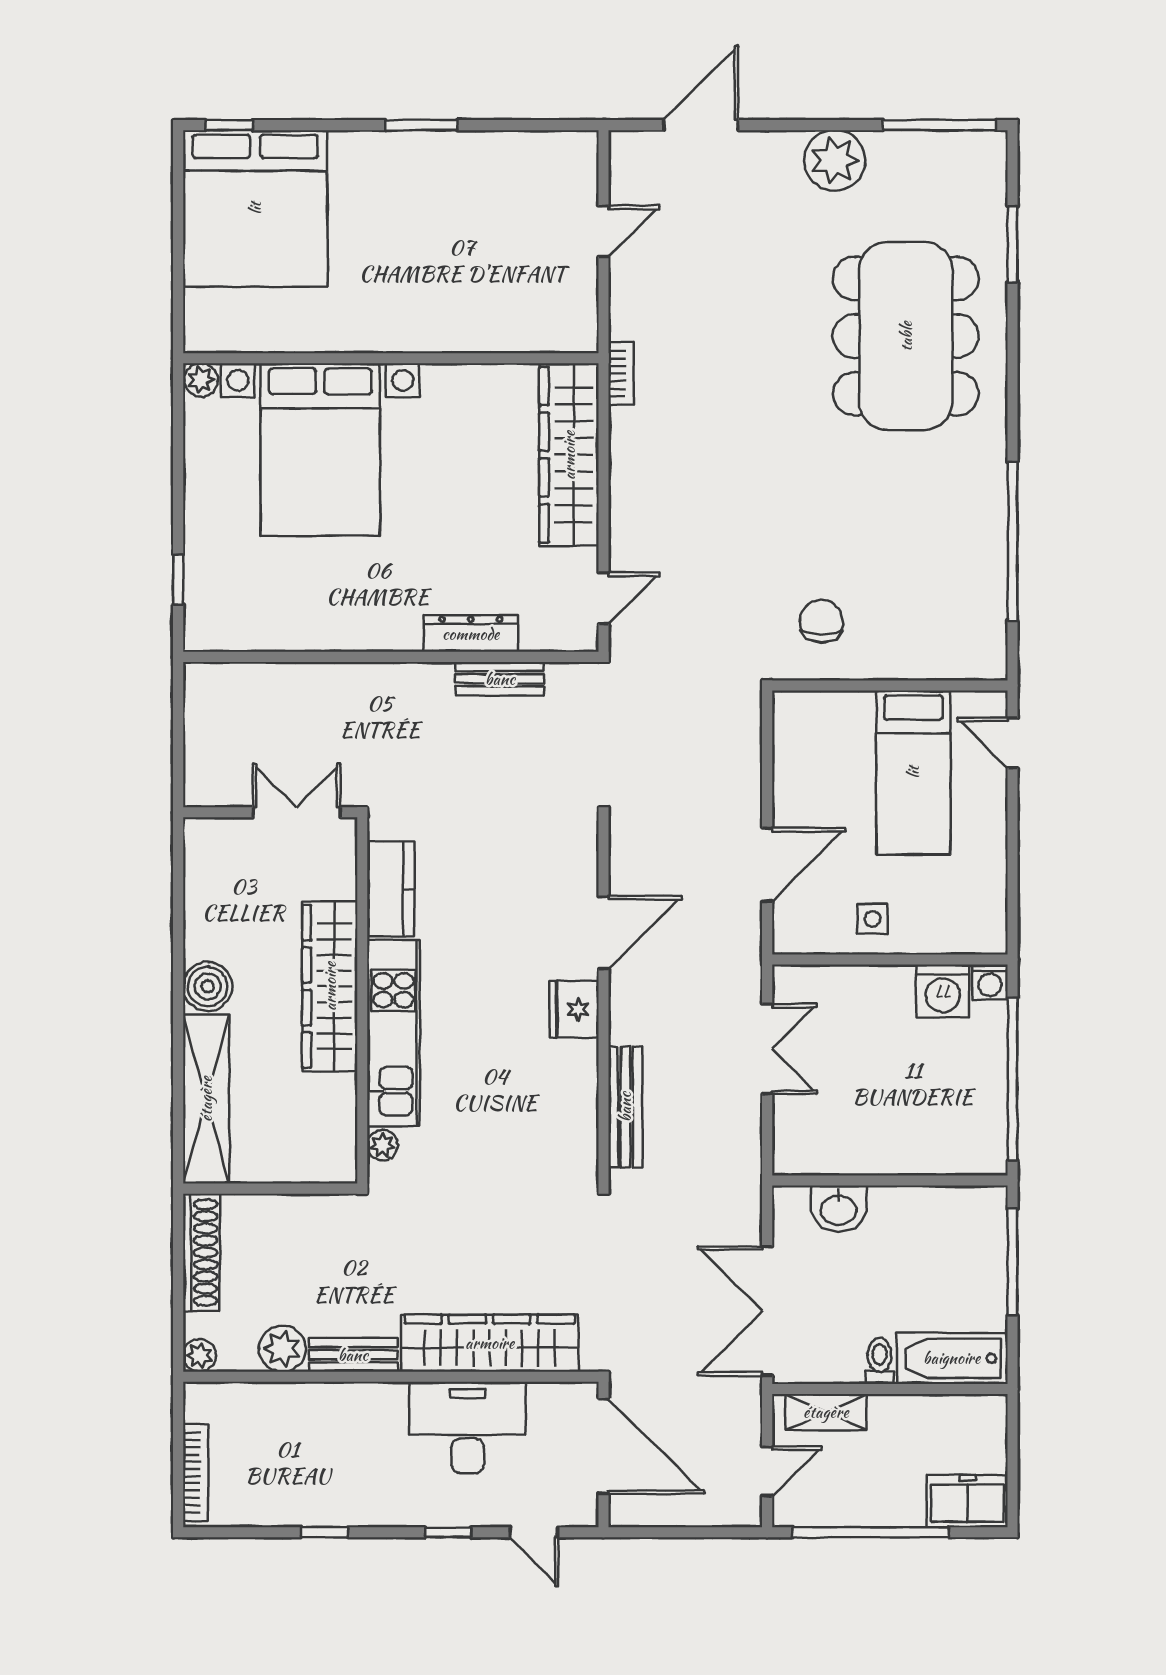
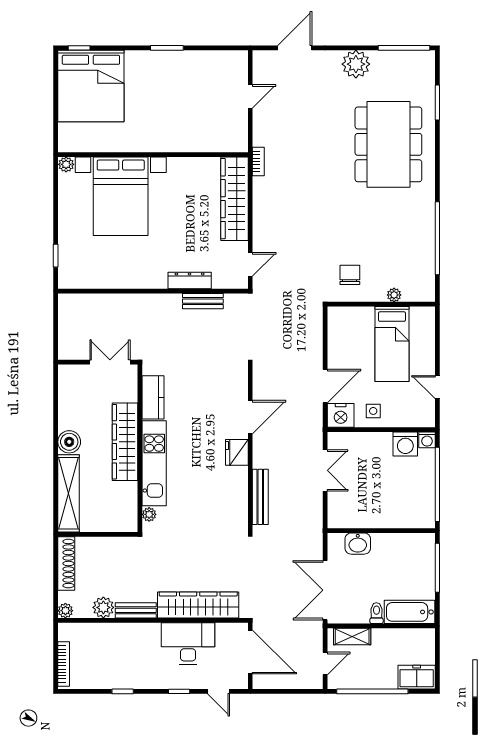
plant: (918, 665) -> (394, 295), added
door: (1013, 743) -> (437, 387), moved
nightstand: (801, 929) -> (341, 415), added

